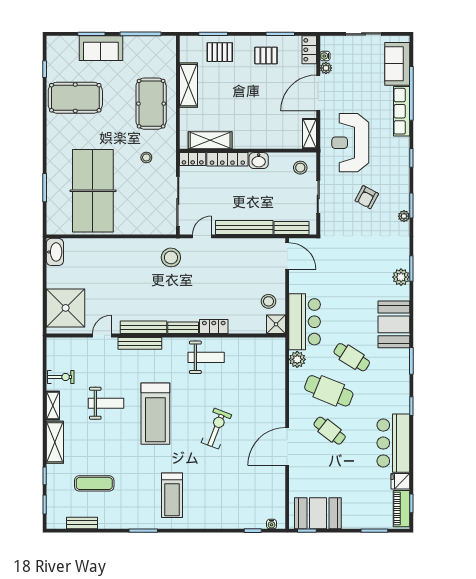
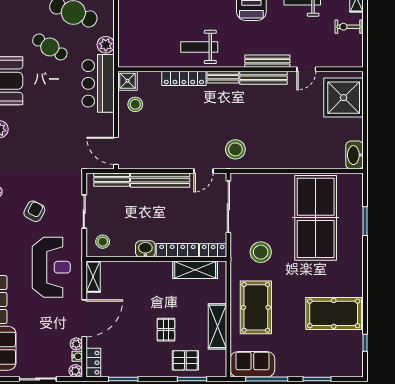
plant: (327, 42) -> (75, 371), added
sofa: (101, 48) -> (252, 364), moved
pallet: (266, 56) -> (166, 330), moved, turned 90
stool: (146, 157) -> (261, 252), width x1.89, depth x1.89
locker: (214, 327) -> (184, 78), width x1.53

